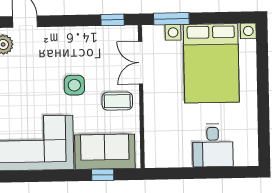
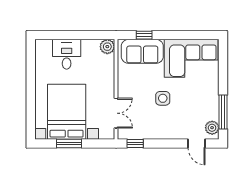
window: (171, 19) -> (69, 143), moved
coffee table: (117, 101) -> (133, 87), removed
plant: (155, 157) -> (107, 47), added

